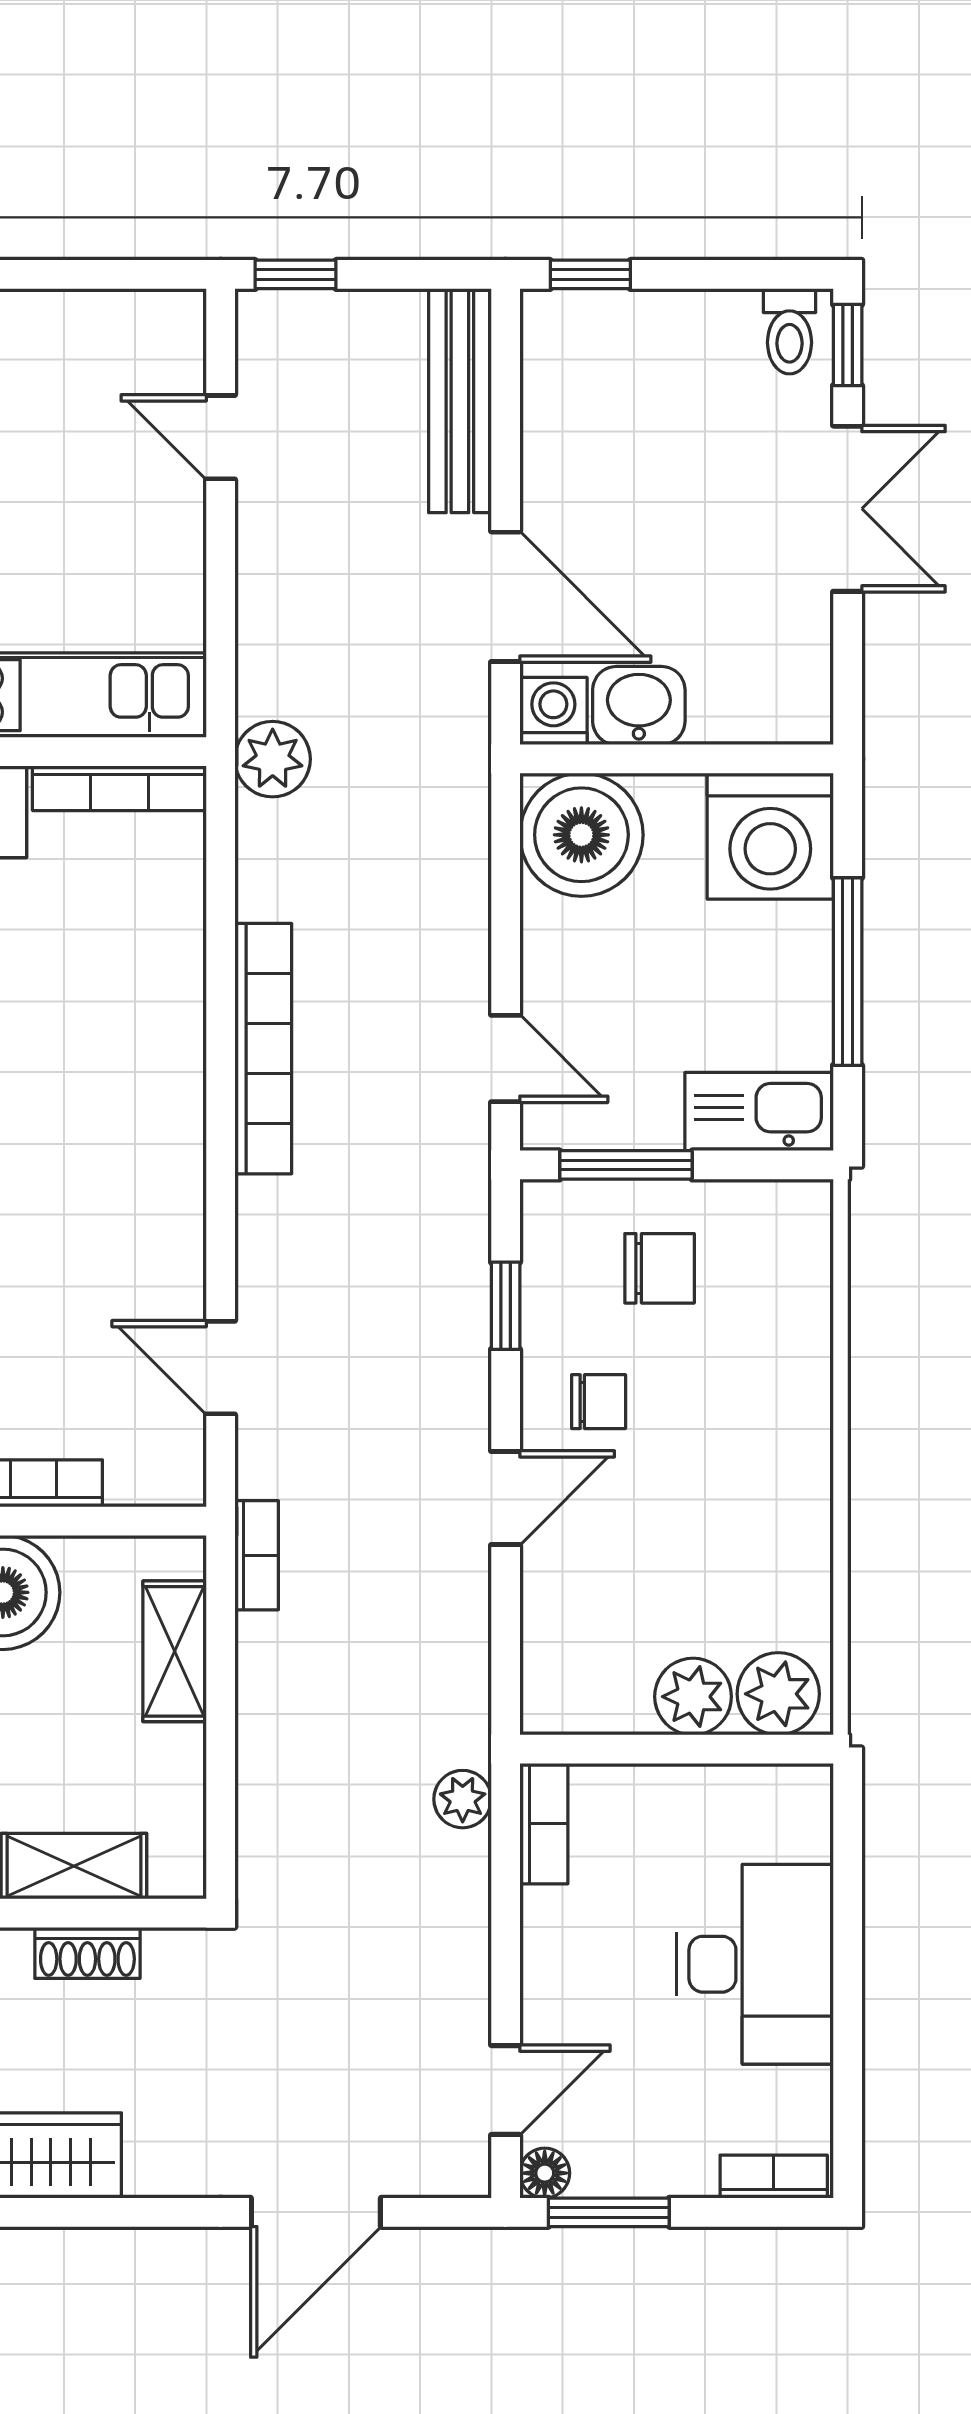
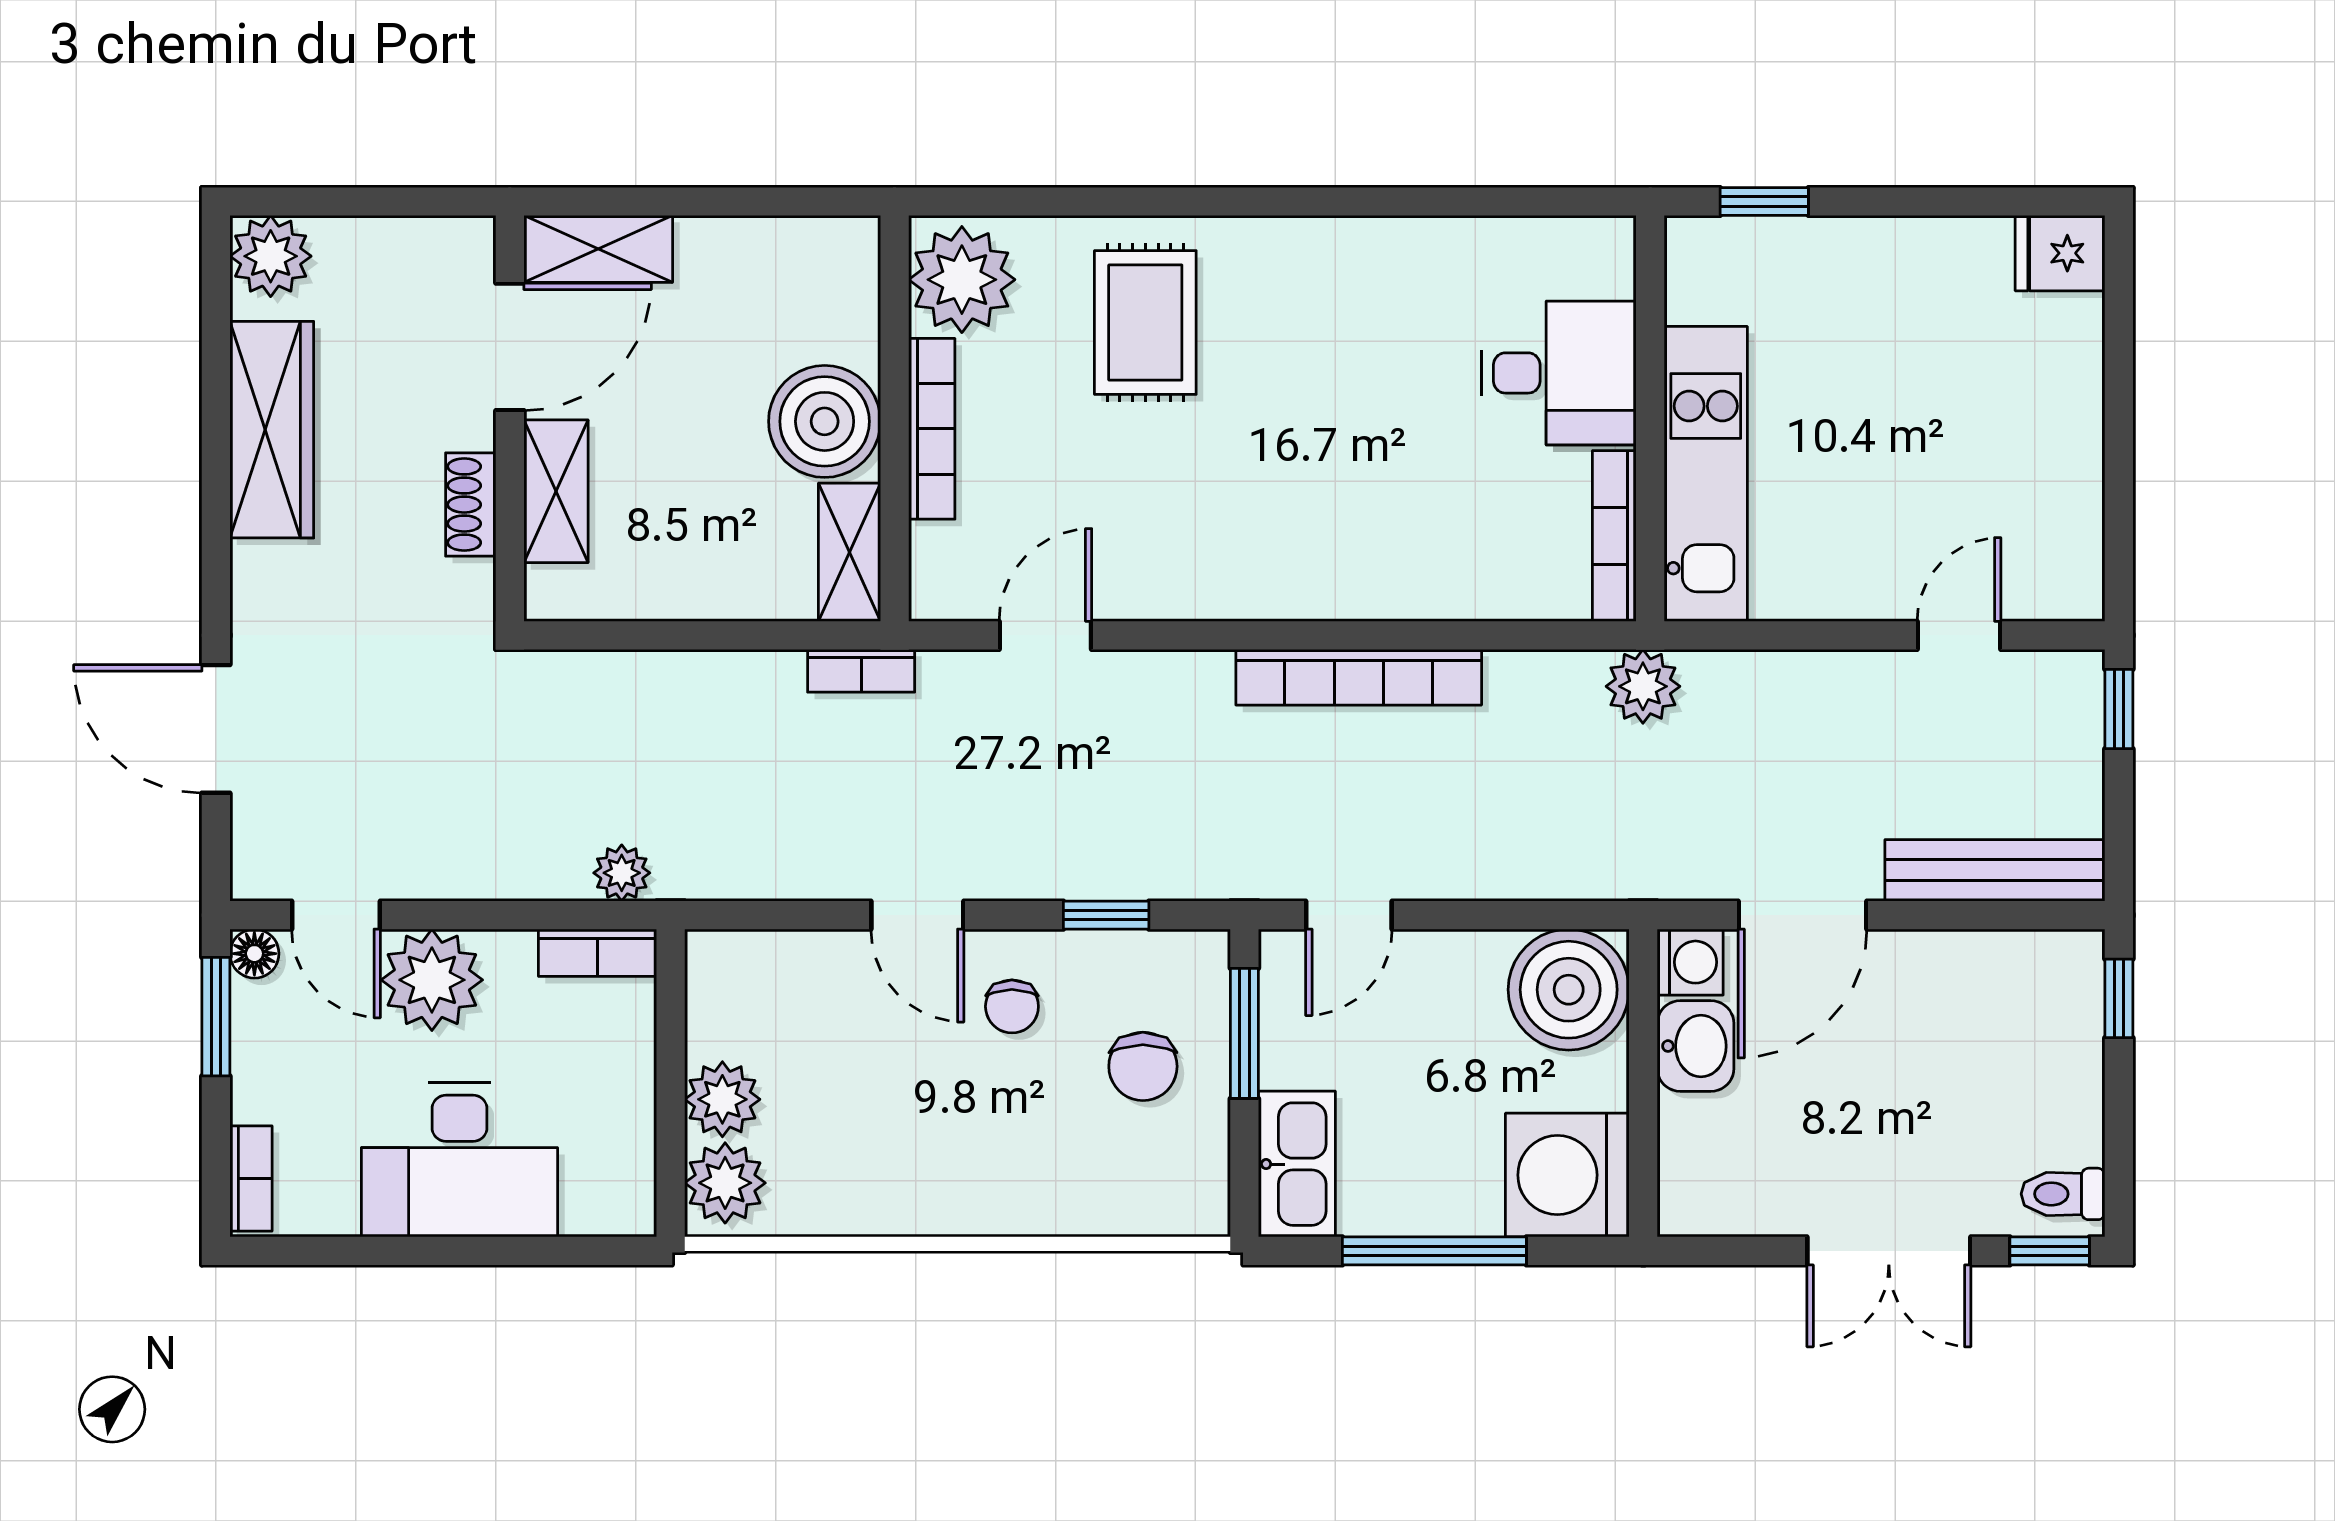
shelving: (175, 1651) -> (850, 552), moved, turned 90
plant: (571, 1992) -> (432, 980), added

